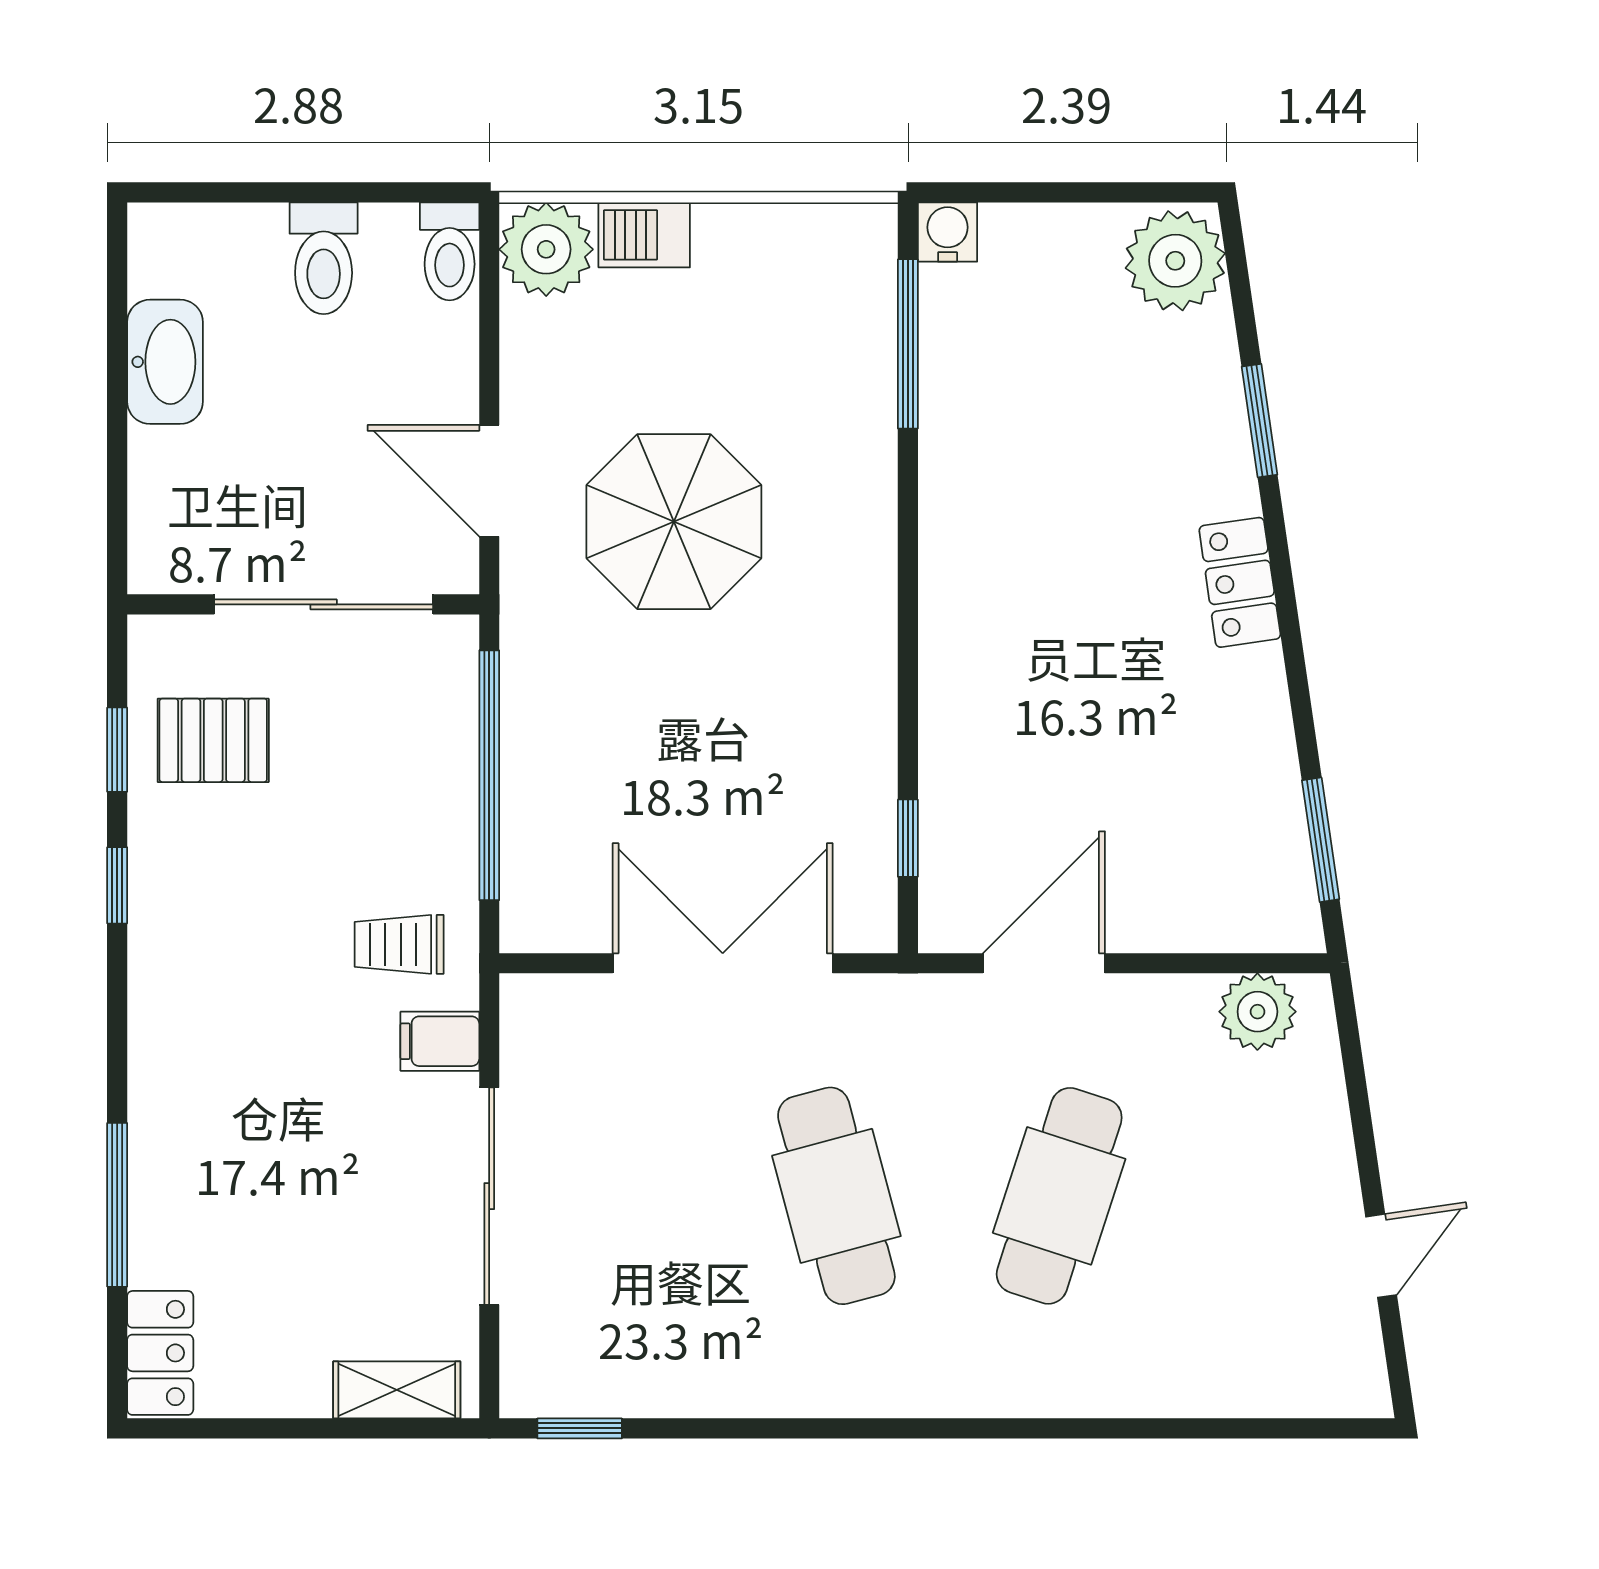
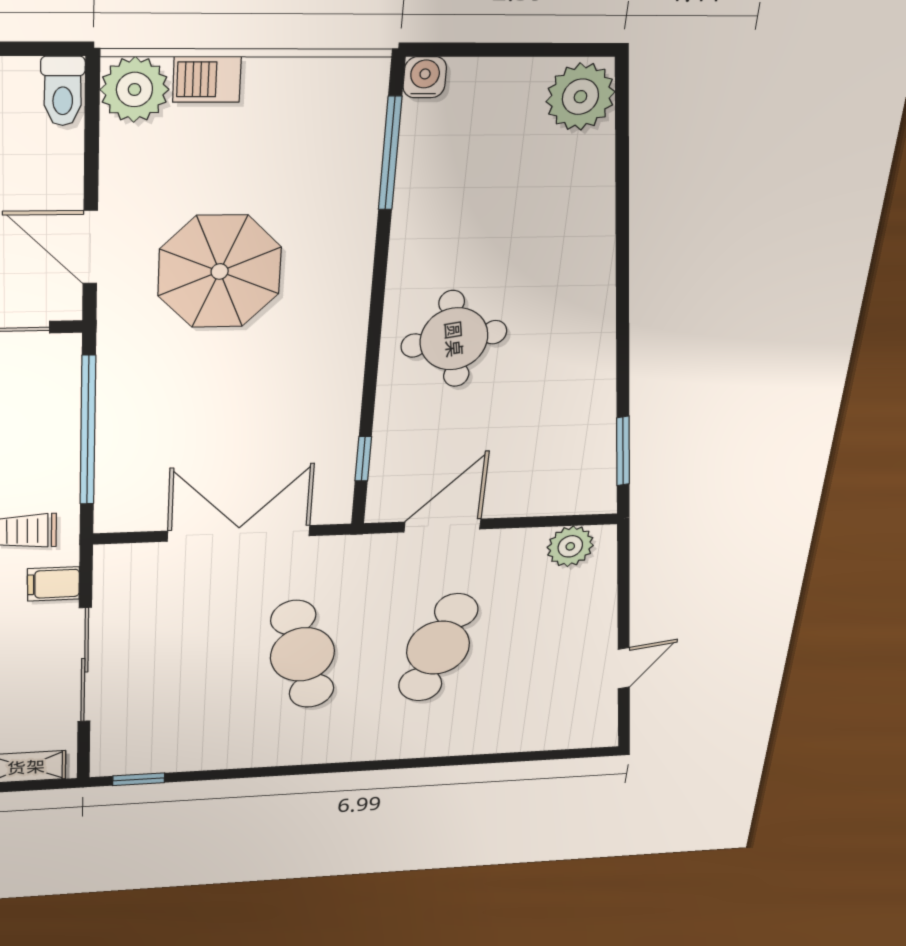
window: (1260, 421) -> (622, 201), removed
locker: (1240, 582) -> (595, 302), removed
round table: (1030, 638) -> (454, 339), added

